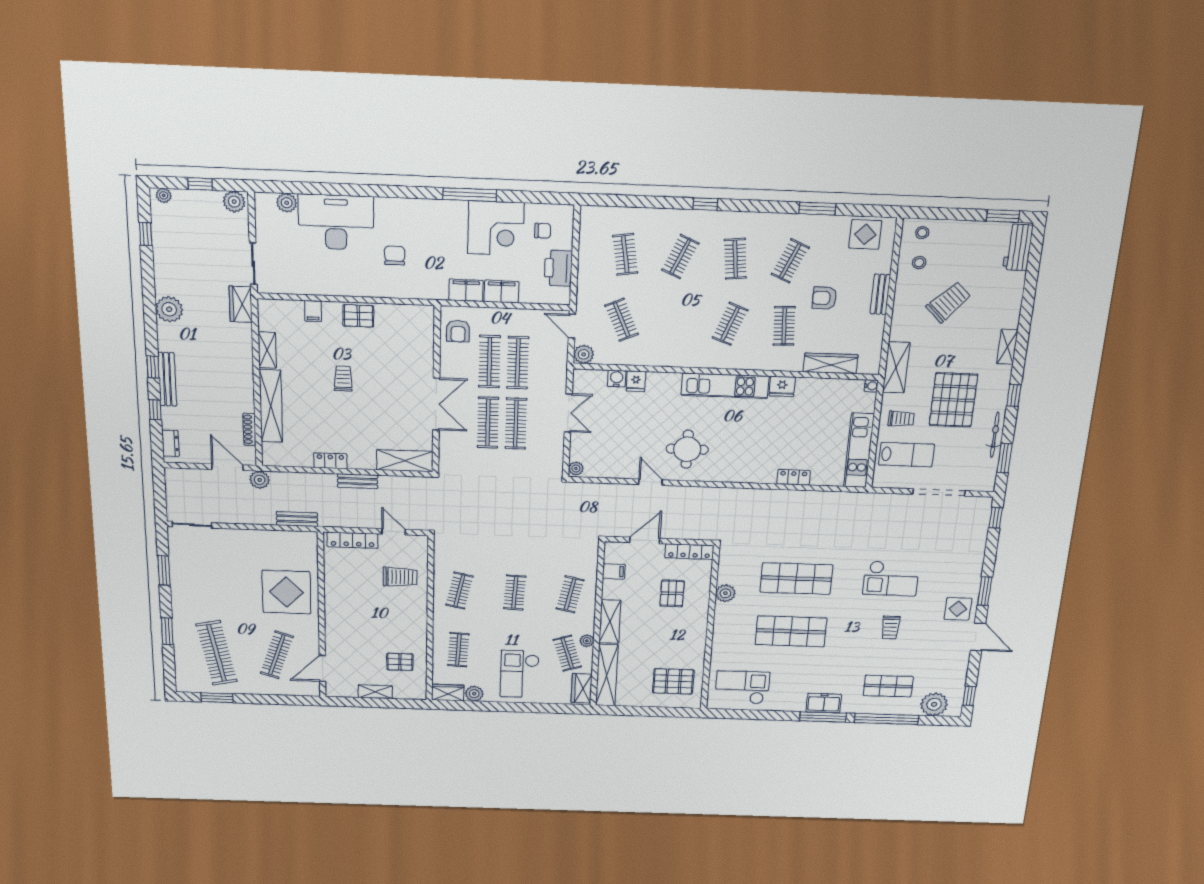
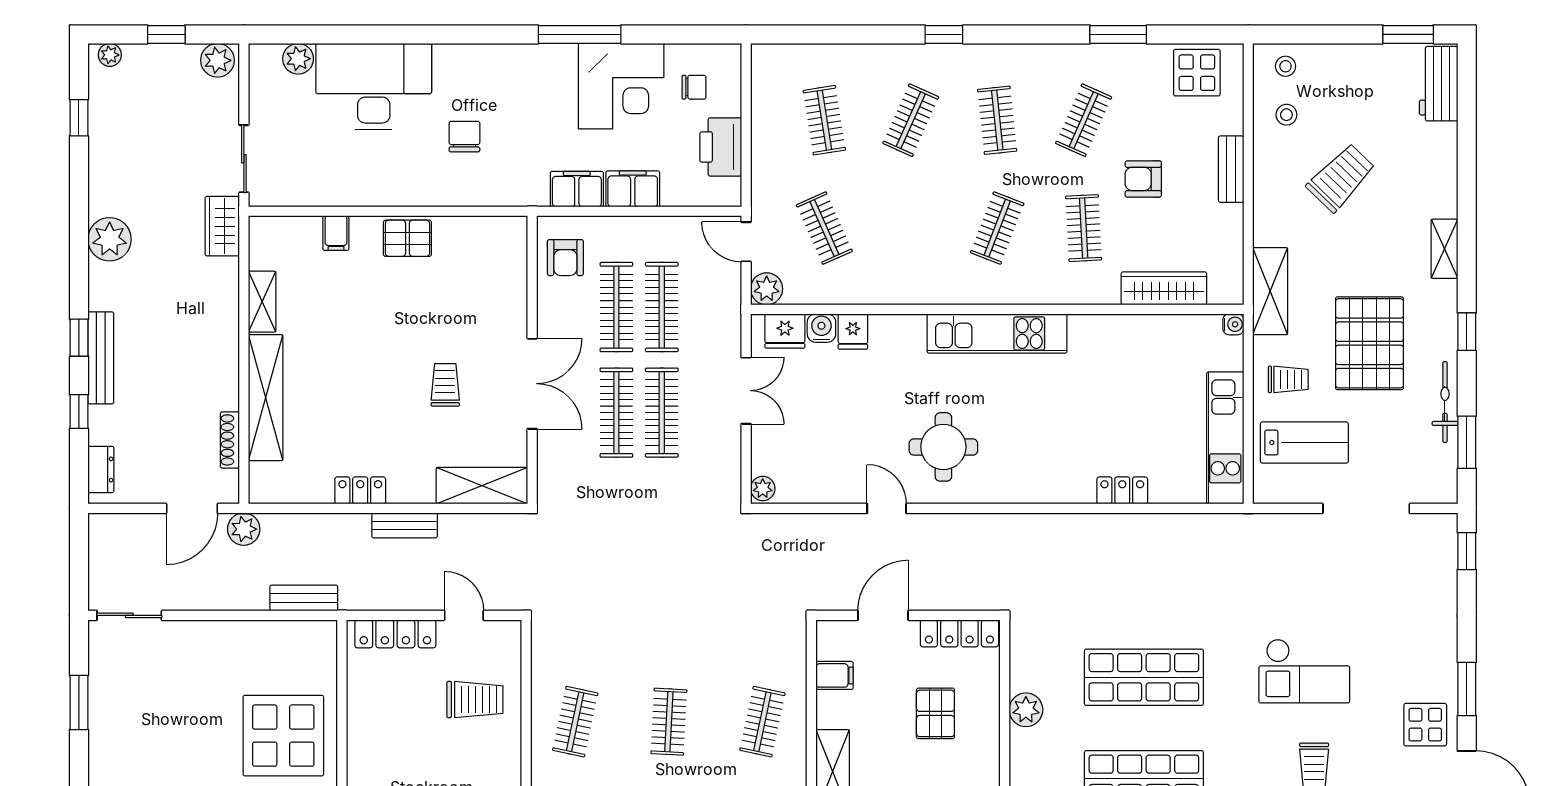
trolley: (343, 378) -> (445, 385), moved
fridge: (782, 386) -> (785, 331), moved
door: (227, 467) -> (192, 508), swing flipped

